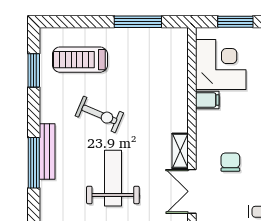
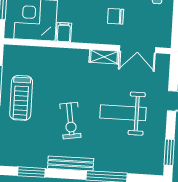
treadmill: (80, 60) -> (21, 98), moved
exercise bike: (99, 114) -> (70, 121), turned 148
bench: (47, 152) -> (71, 163), moved

